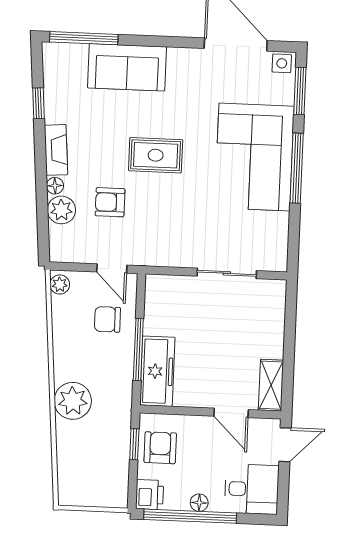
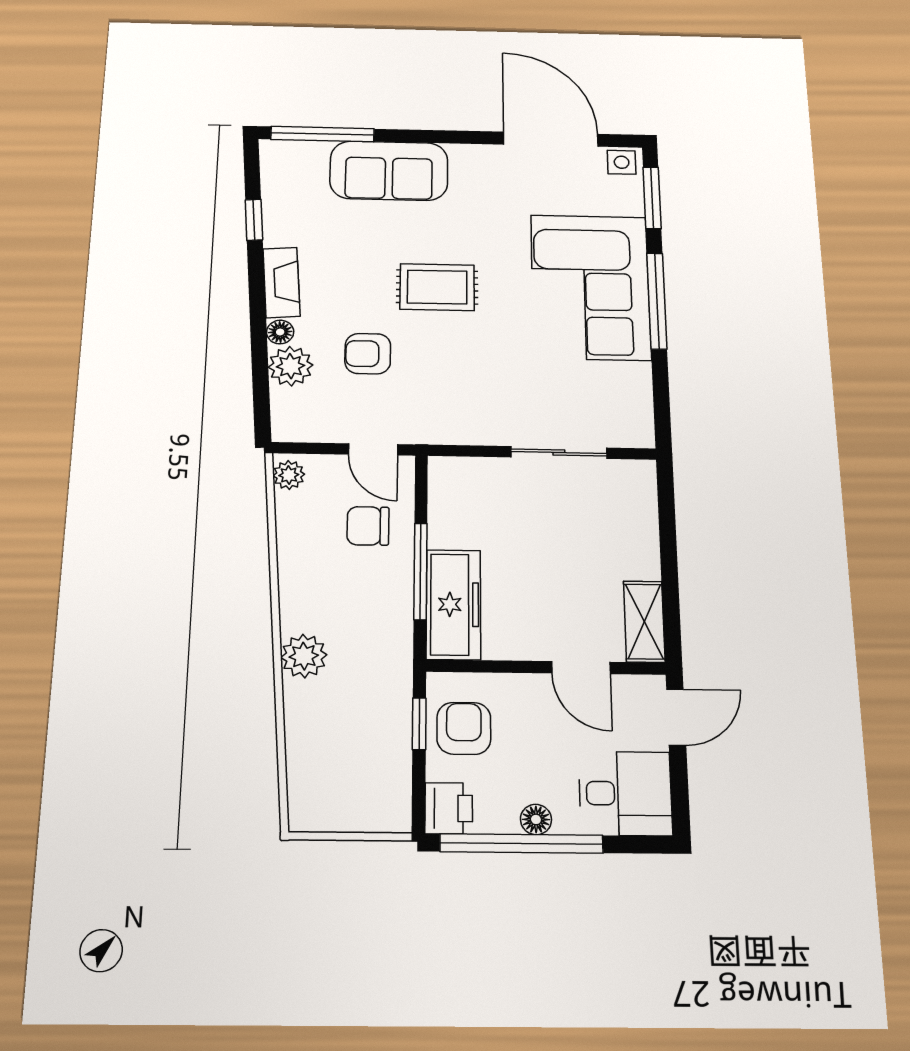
plant: (73, 401) -> (304, 656), width x0.73, depth x0.73

